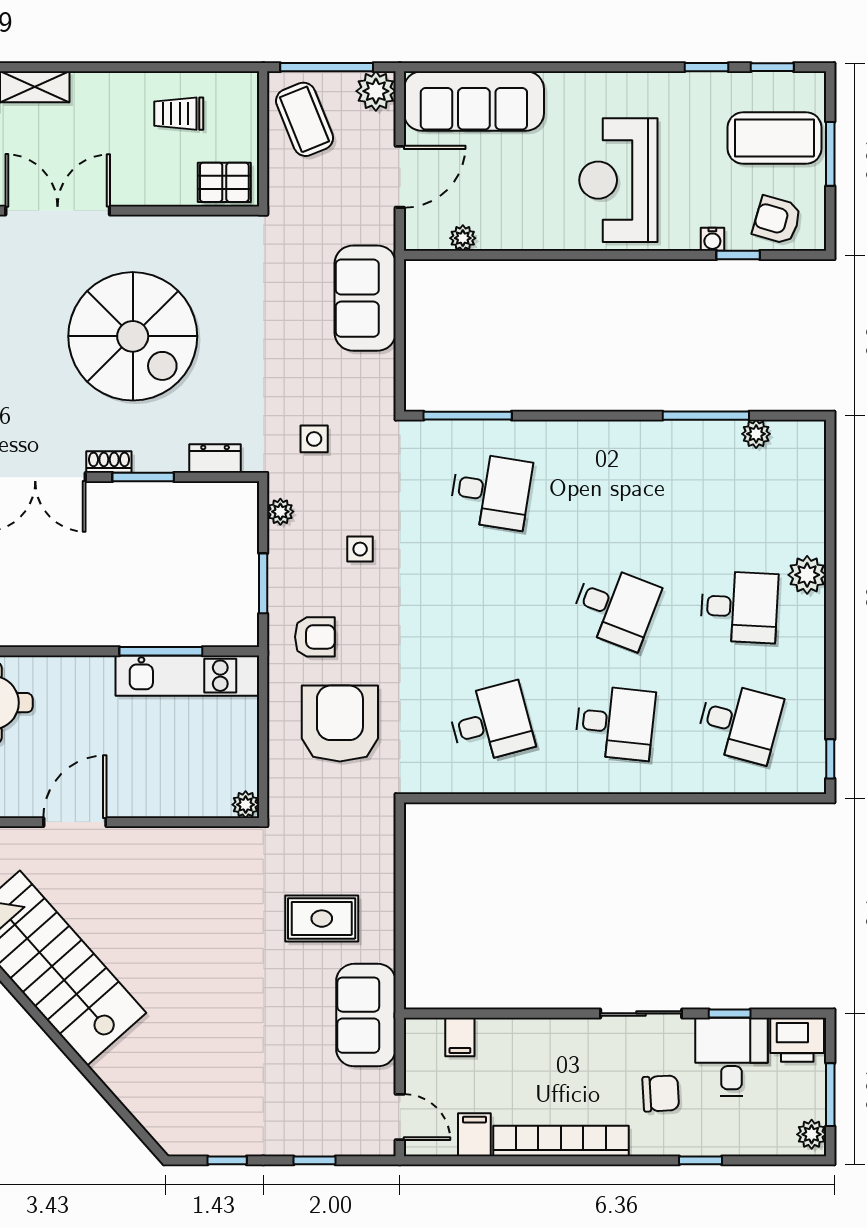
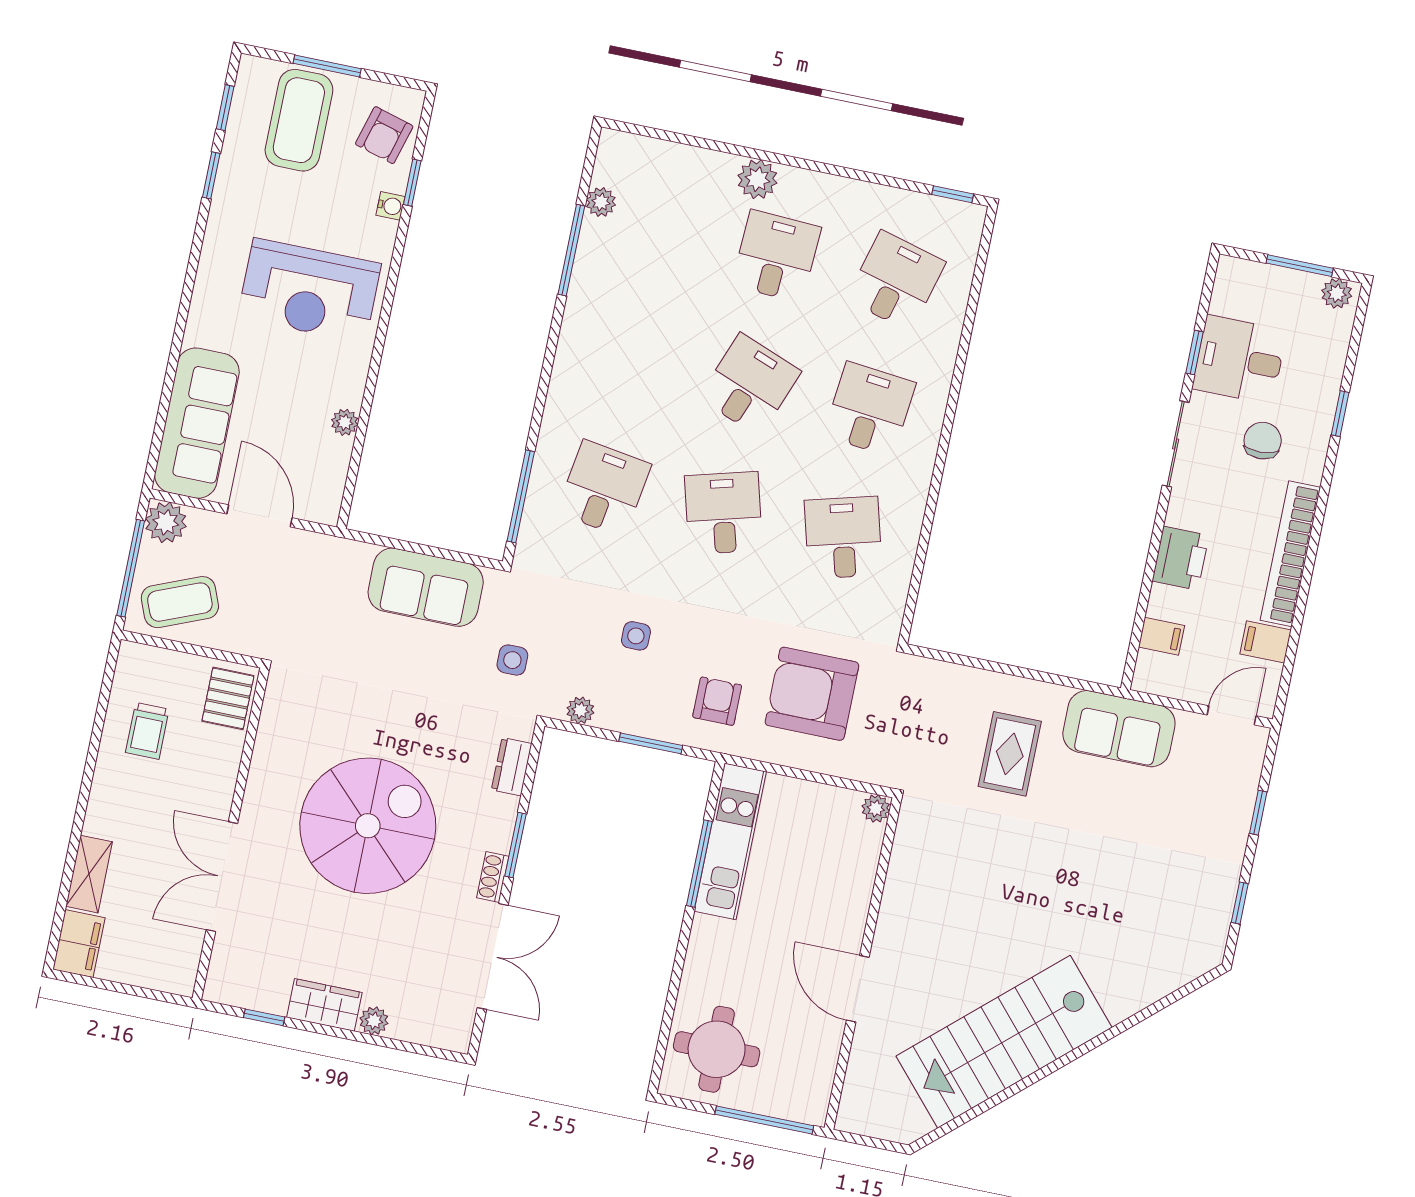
plant: (463, 238) -> (345, 422), moved
sofa: (365, 298) -> (426, 587), moved
desk: (491, 607) -> (723, 513), added
printer: (797, 1040) -> (1180, 558), moved

